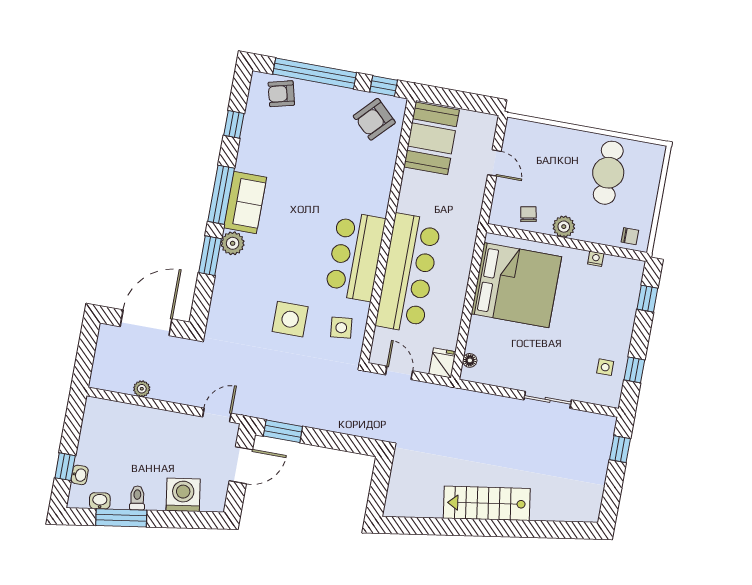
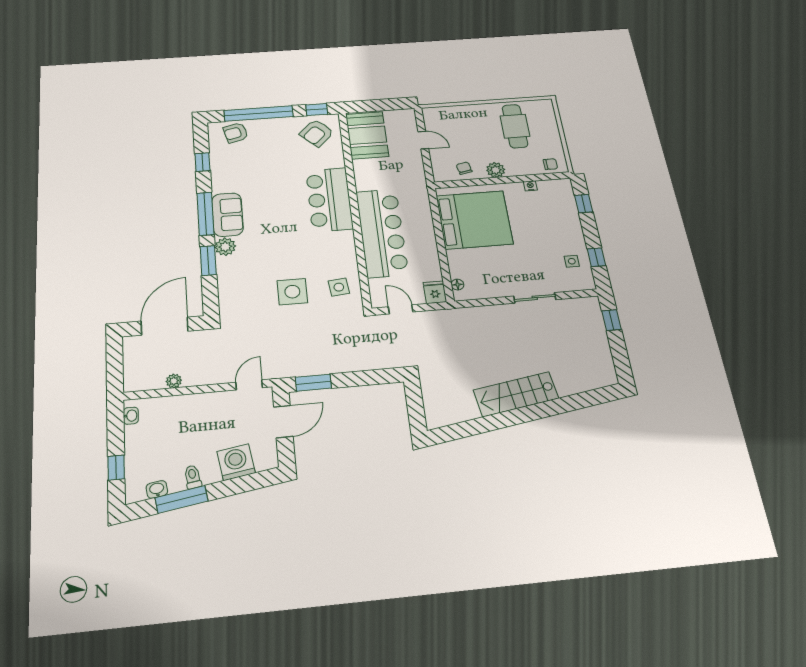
bar counter: (355, 256) -> (329, 200), moved
washbasin: (80, 475) -> (131, 416), moved

